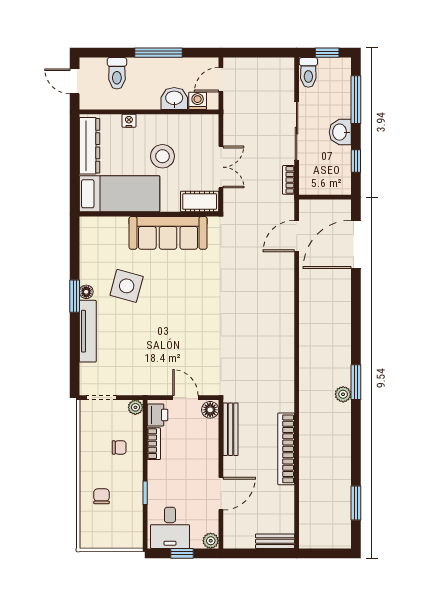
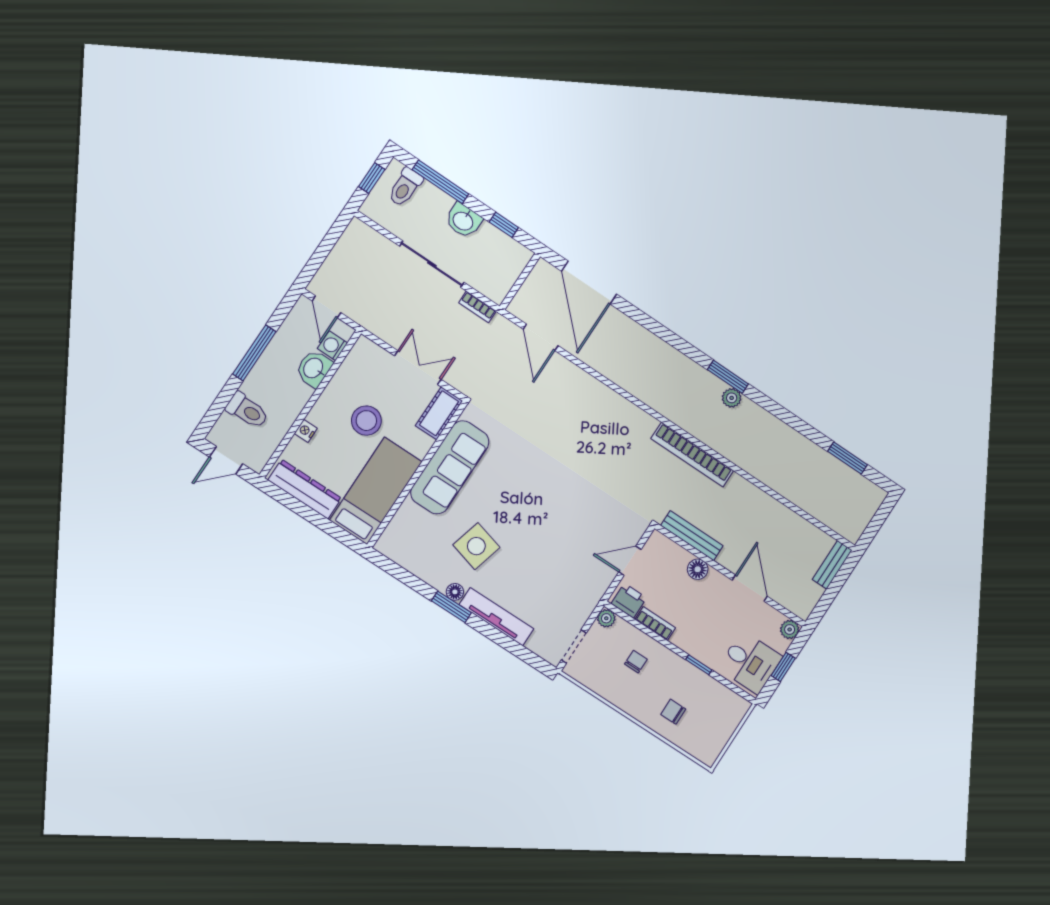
toilet: (308, 72) -> (405, 187), moved, turned 90
floor lamp: (210, 410) -> (698, 569), moved
bookcase: (286, 449) -> (692, 455), moved

